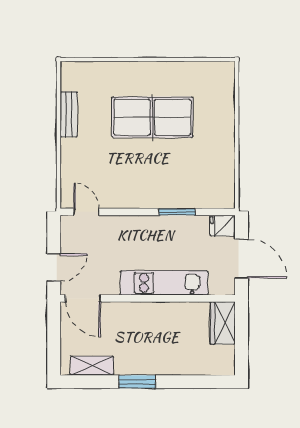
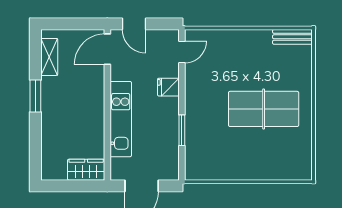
bench: (69, 114) -> (292, 37), moved
table tennis table: (152, 117) -> (264, 109), turned 90
fridge: (223, 226) -> (168, 87), moved, turned -90

